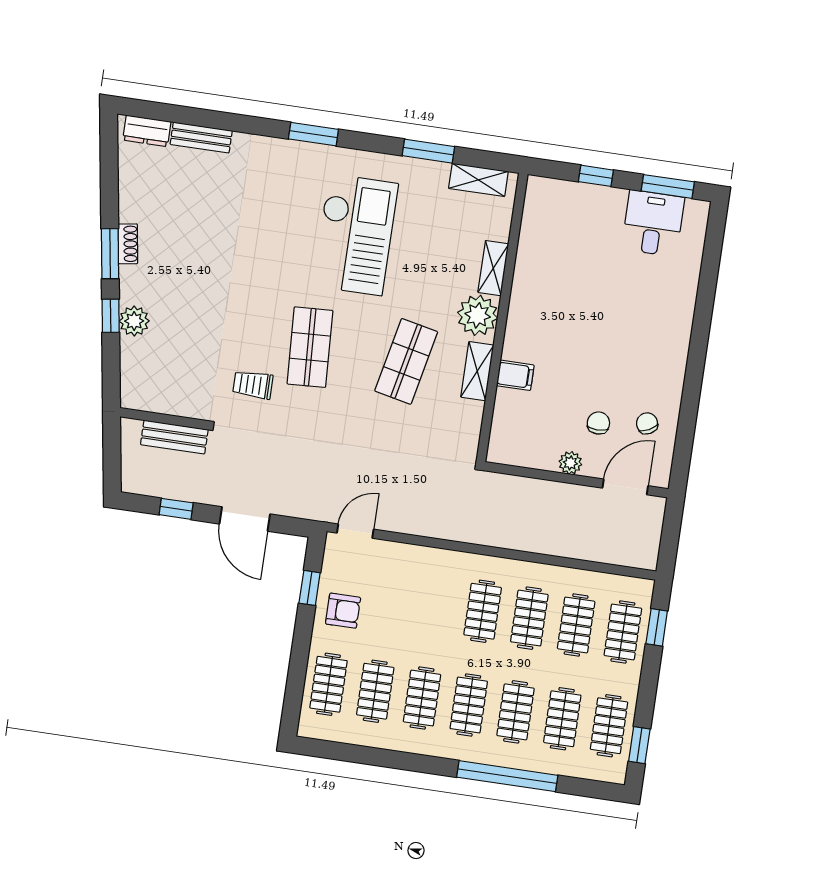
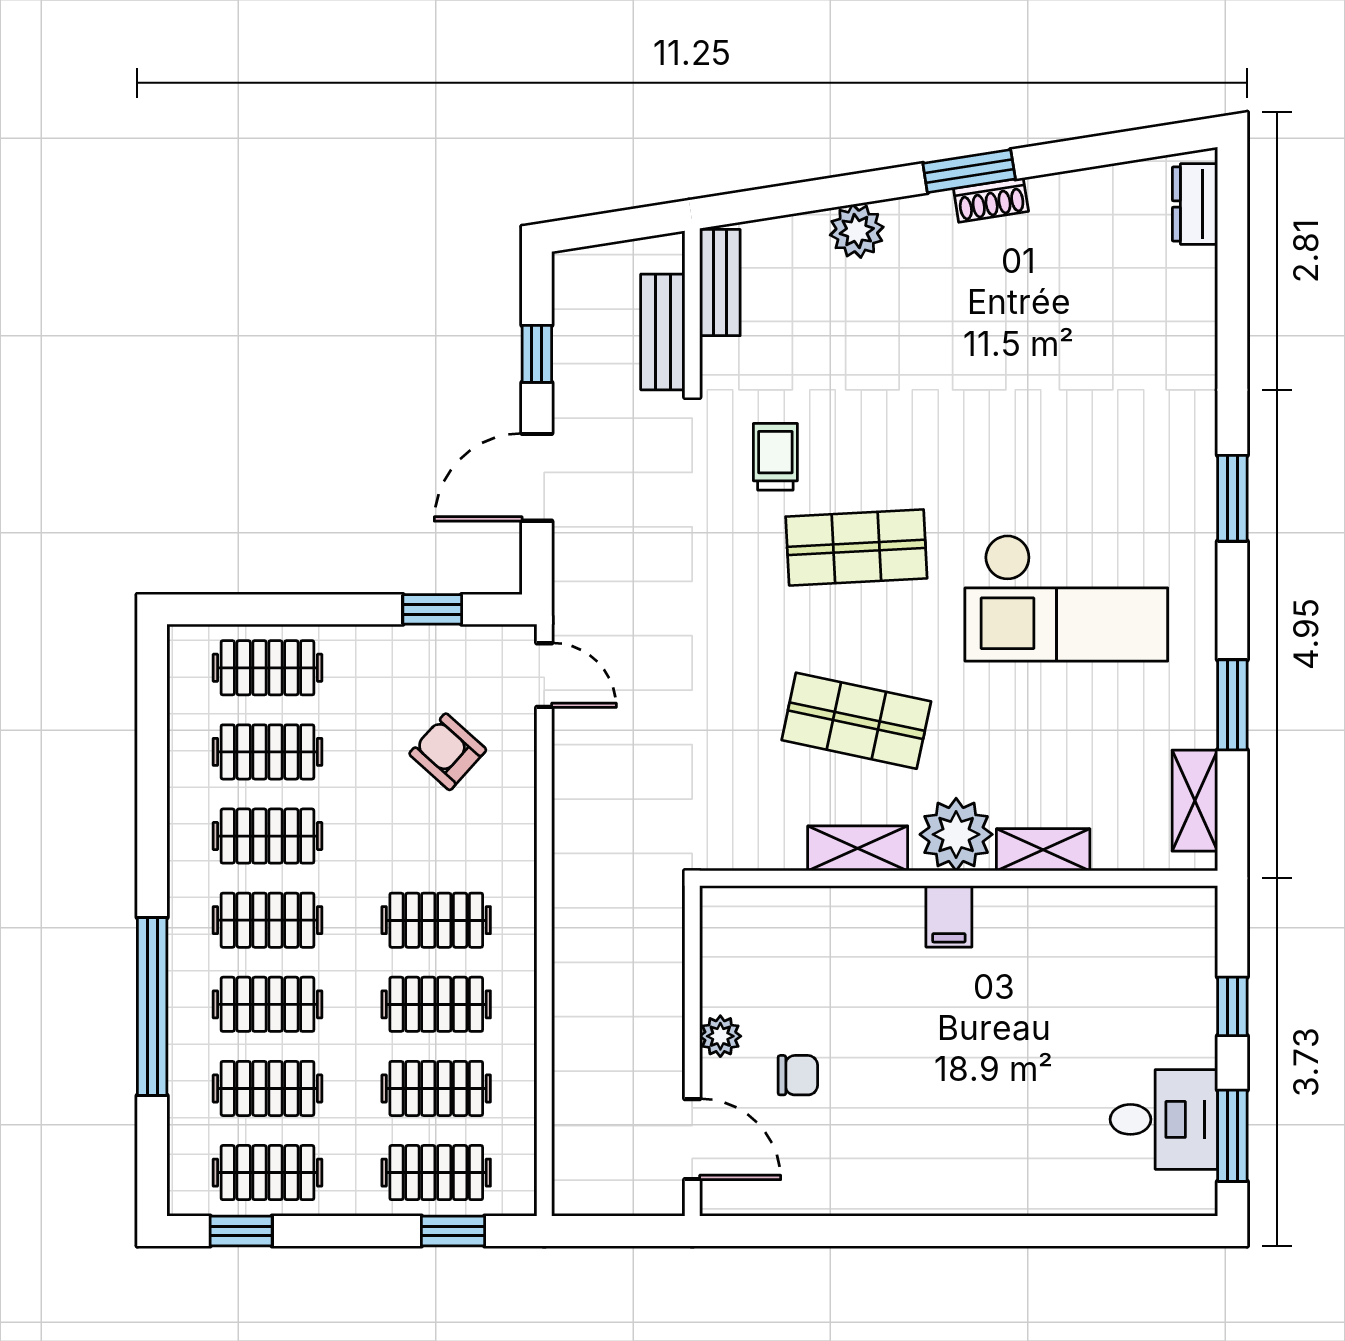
bench: (201, 137) -> (720, 283), moved
window: (111, 316) -> (860, 188), removed
filing cabinet: (515, 375) -> (949, 916), moved
chair: (647, 423) -> (810, 1161), removed
armchair: (343, 611) -> (448, 752), moved, turned 132

